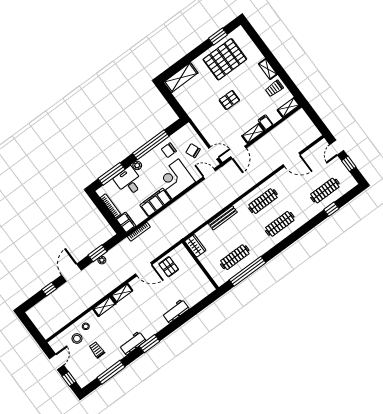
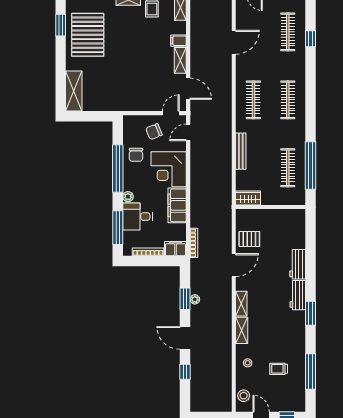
pallet: (229, 100) -> (131, 60), removed
stool: (77, 339) -> (244, 396), moved
workbench: (133, 343) -> (298, 295), moved

